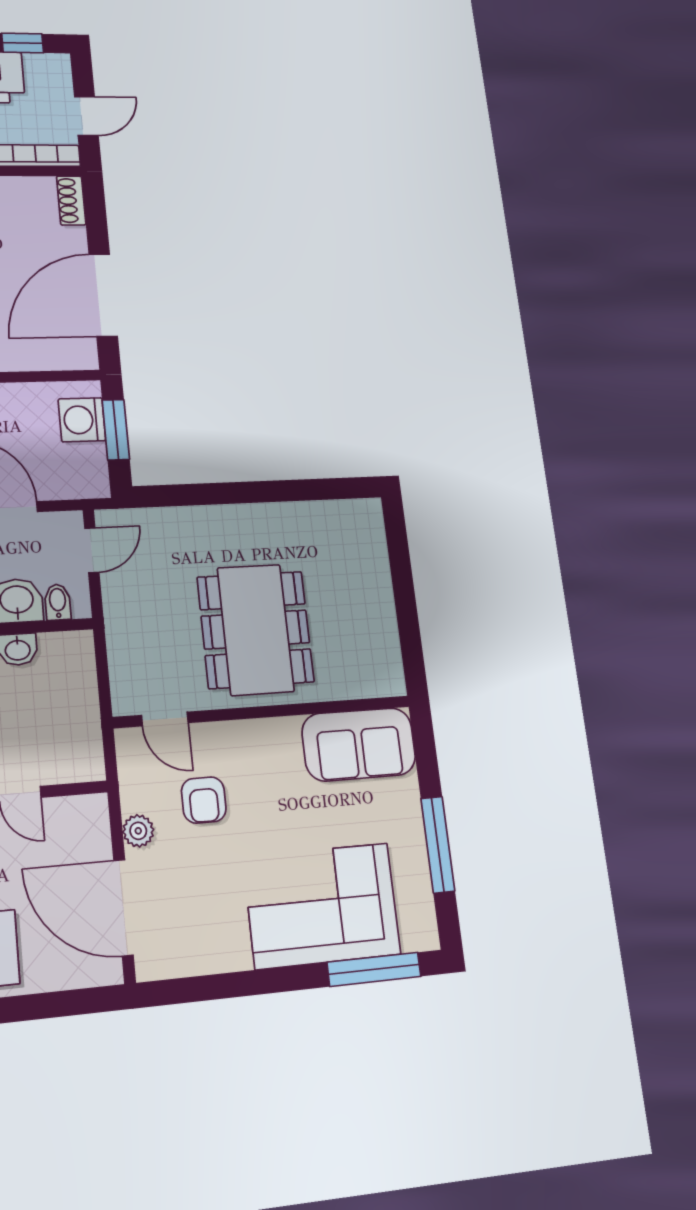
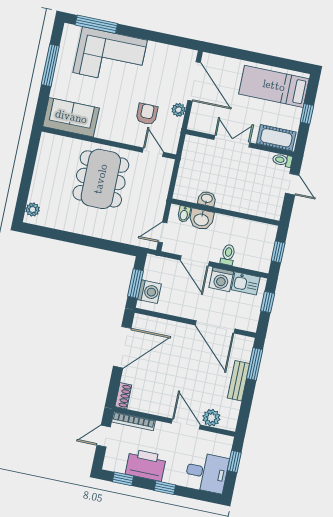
plant: (371, 528) -> (33, 210), added

